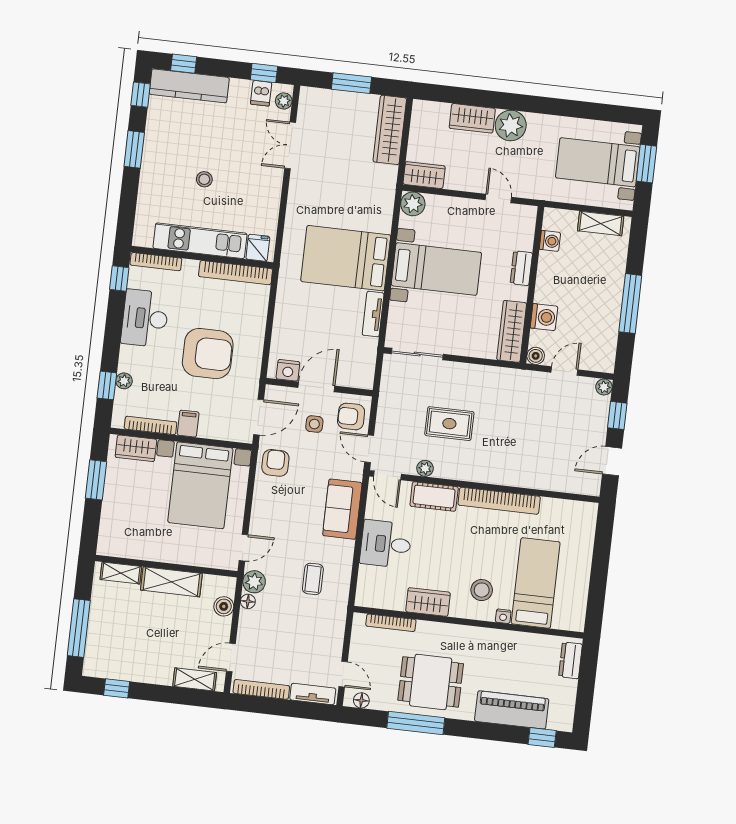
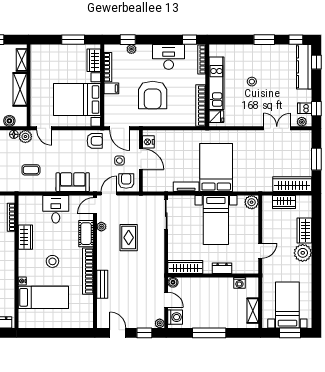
wardrobe: (424, 175) -> (284, 202), moved, turned 90
washing machine: (544, 317) -> (175, 317), moved, turned -90
bench: (525, 479) -> (102, 284), added
stool: (482, 590) -> (52, 261), moved

